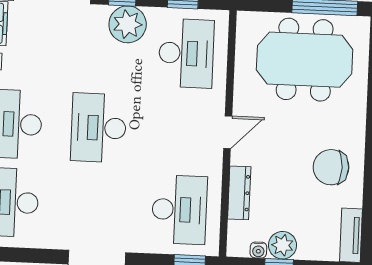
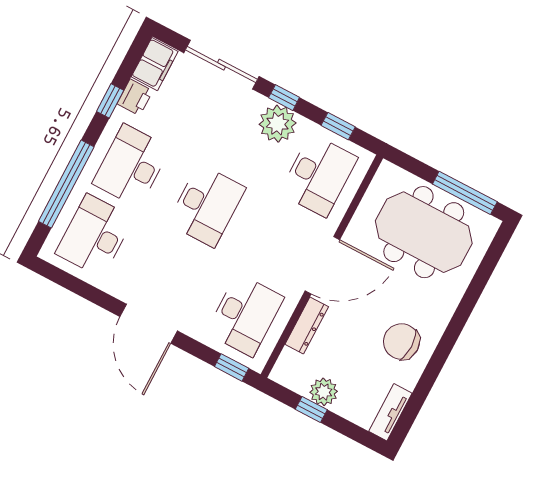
desk: (99, 128) -> (207, 205), turned 180
door: (228, 132) -> (322, 265), width x1.87
water cooler: (258, 250) -> (300, 386), removed

